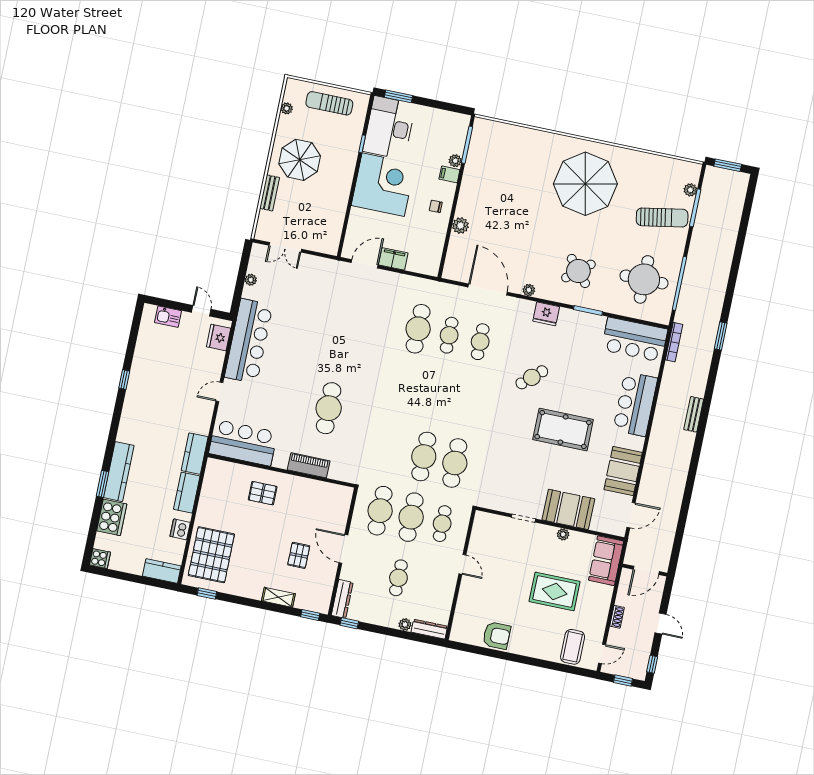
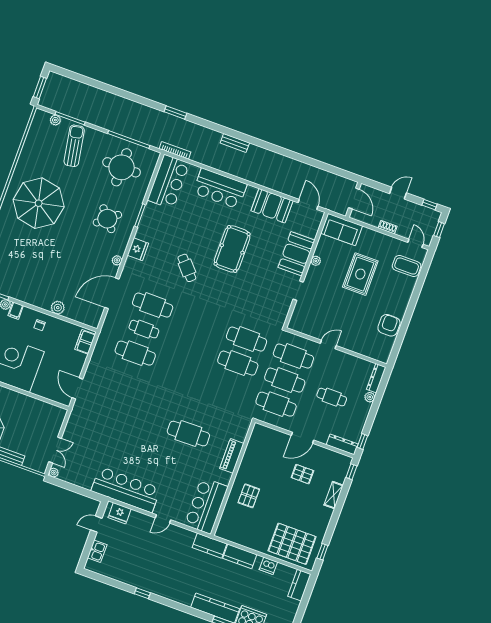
filing cabinet: (393, 259) -> (85, 342), moved
plant: (251, 280) -> (54, 473), moved
cafe table: (480, 342) -> (153, 305), width x1.37, depth x1.35
door: (219, 392) -> (163, 519), hinge flipped
cafe table: (442, 524) -> (293, 356), width x1.37, depth x1.35

